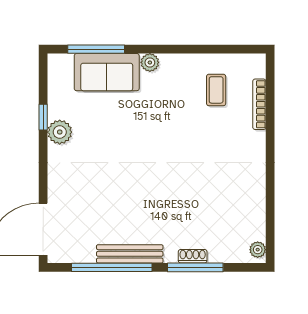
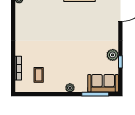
sofa: (107, 72) -> (103, 83), moved

